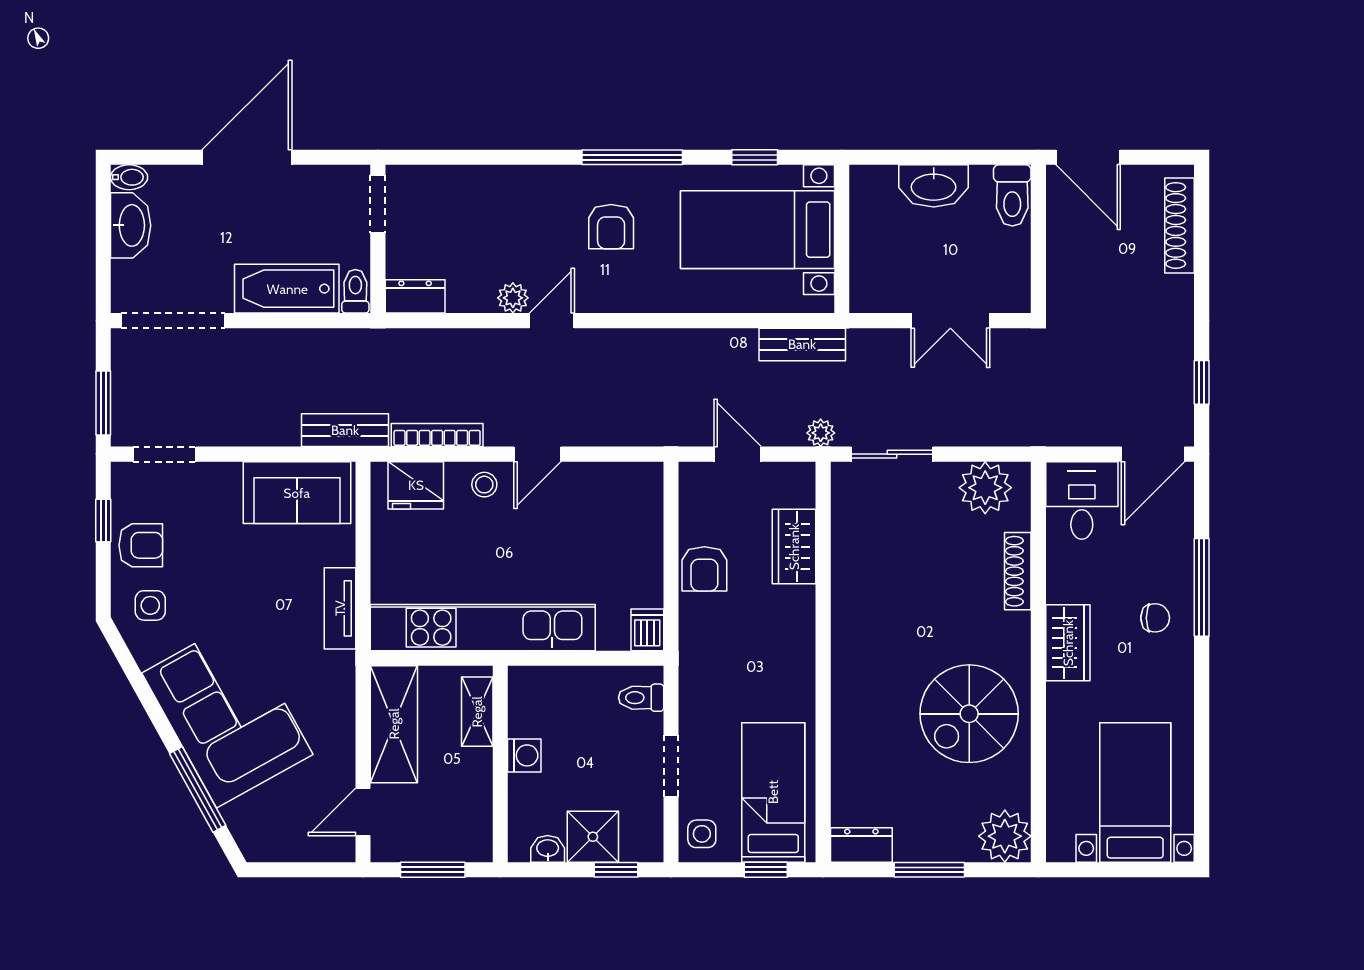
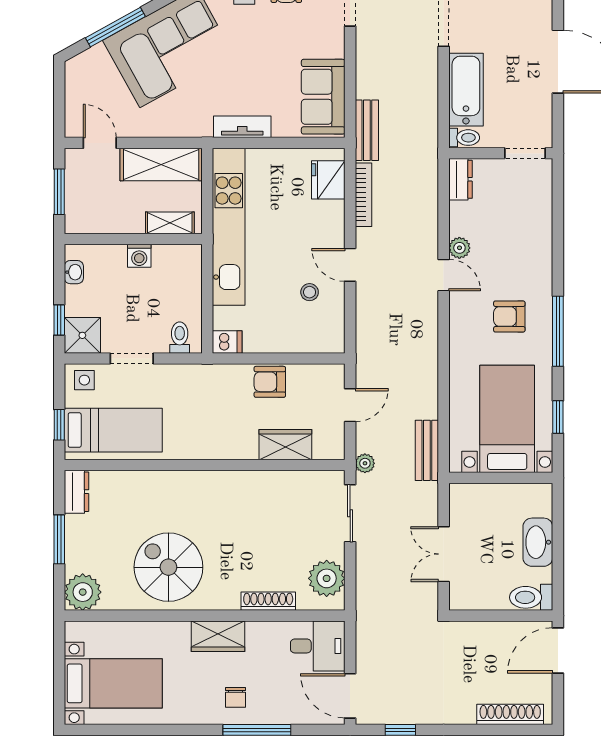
stool: (484, 485) -> (310, 292), moved
shower: (593, 837) -> (82, 335), moved

